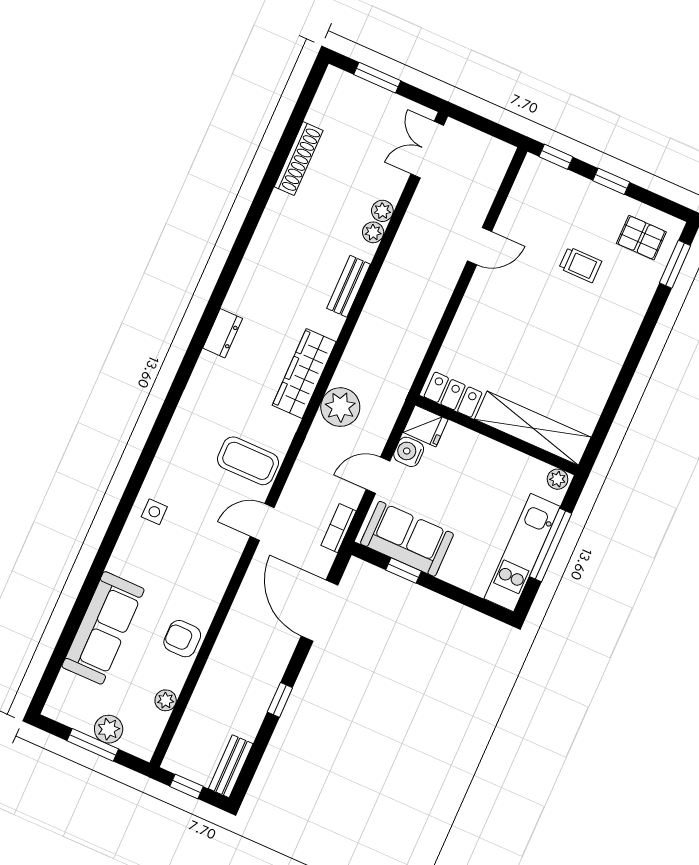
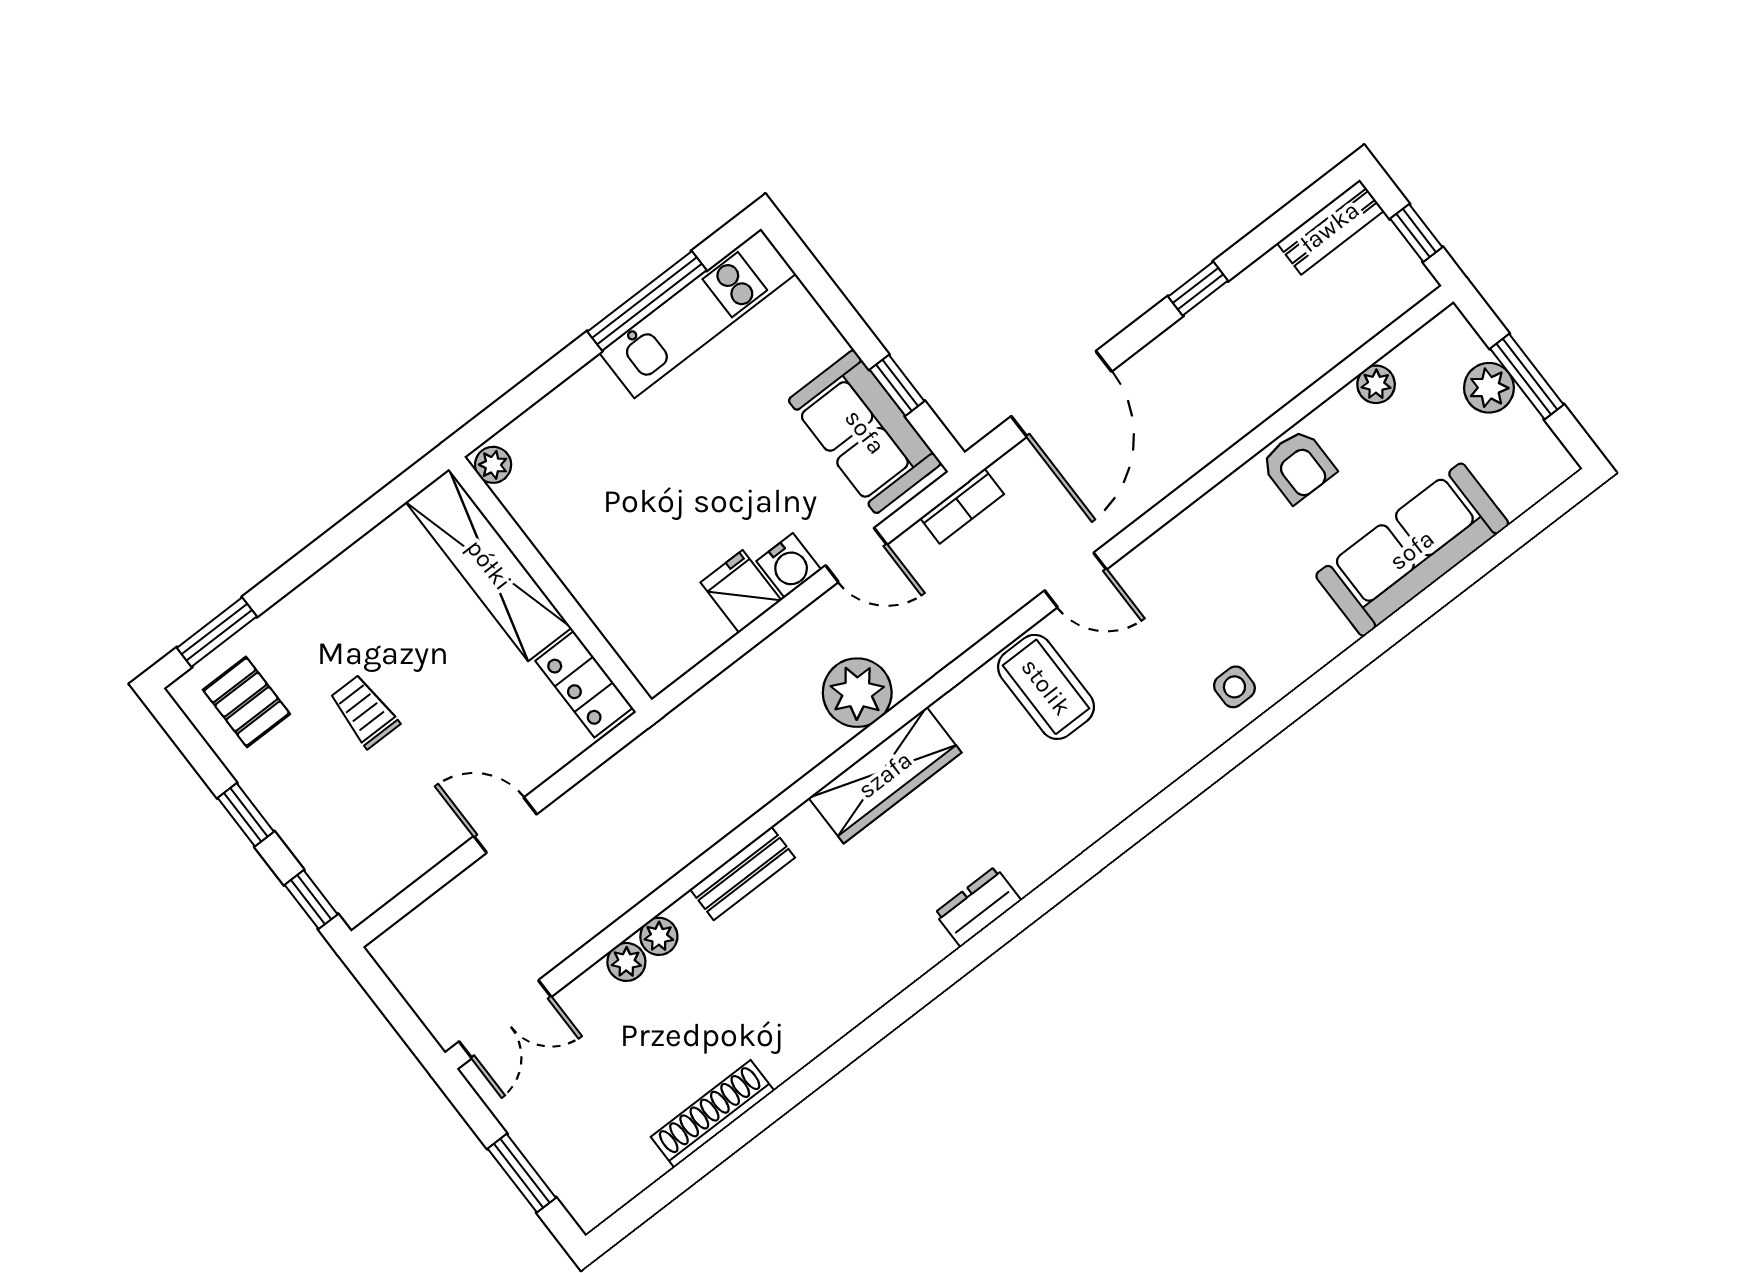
locker: (453, 395) -> (584, 684), moved
shelving: (533, 428) -> (489, 565), moved
wall: (497, 435) -> (550, 584), moved
plant: (558, 479) -> (493, 465), moved

